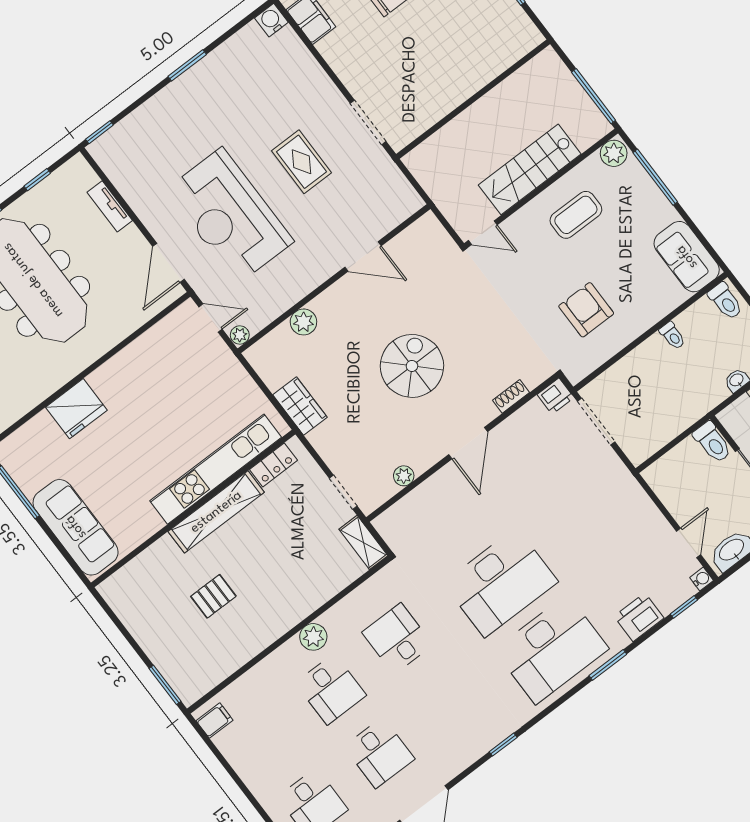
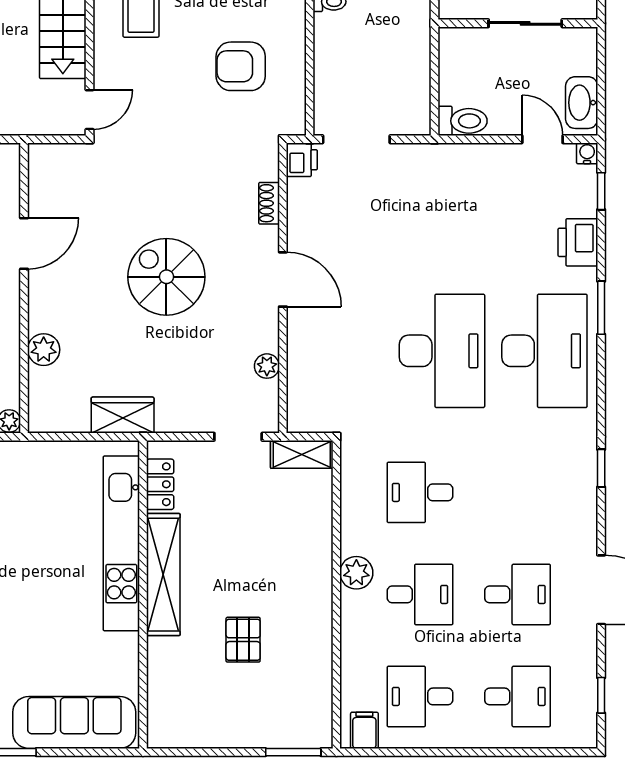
toilet: (712, 442) -> (463, 121), moved
desk: (264, 740) -> (420, 696), added

